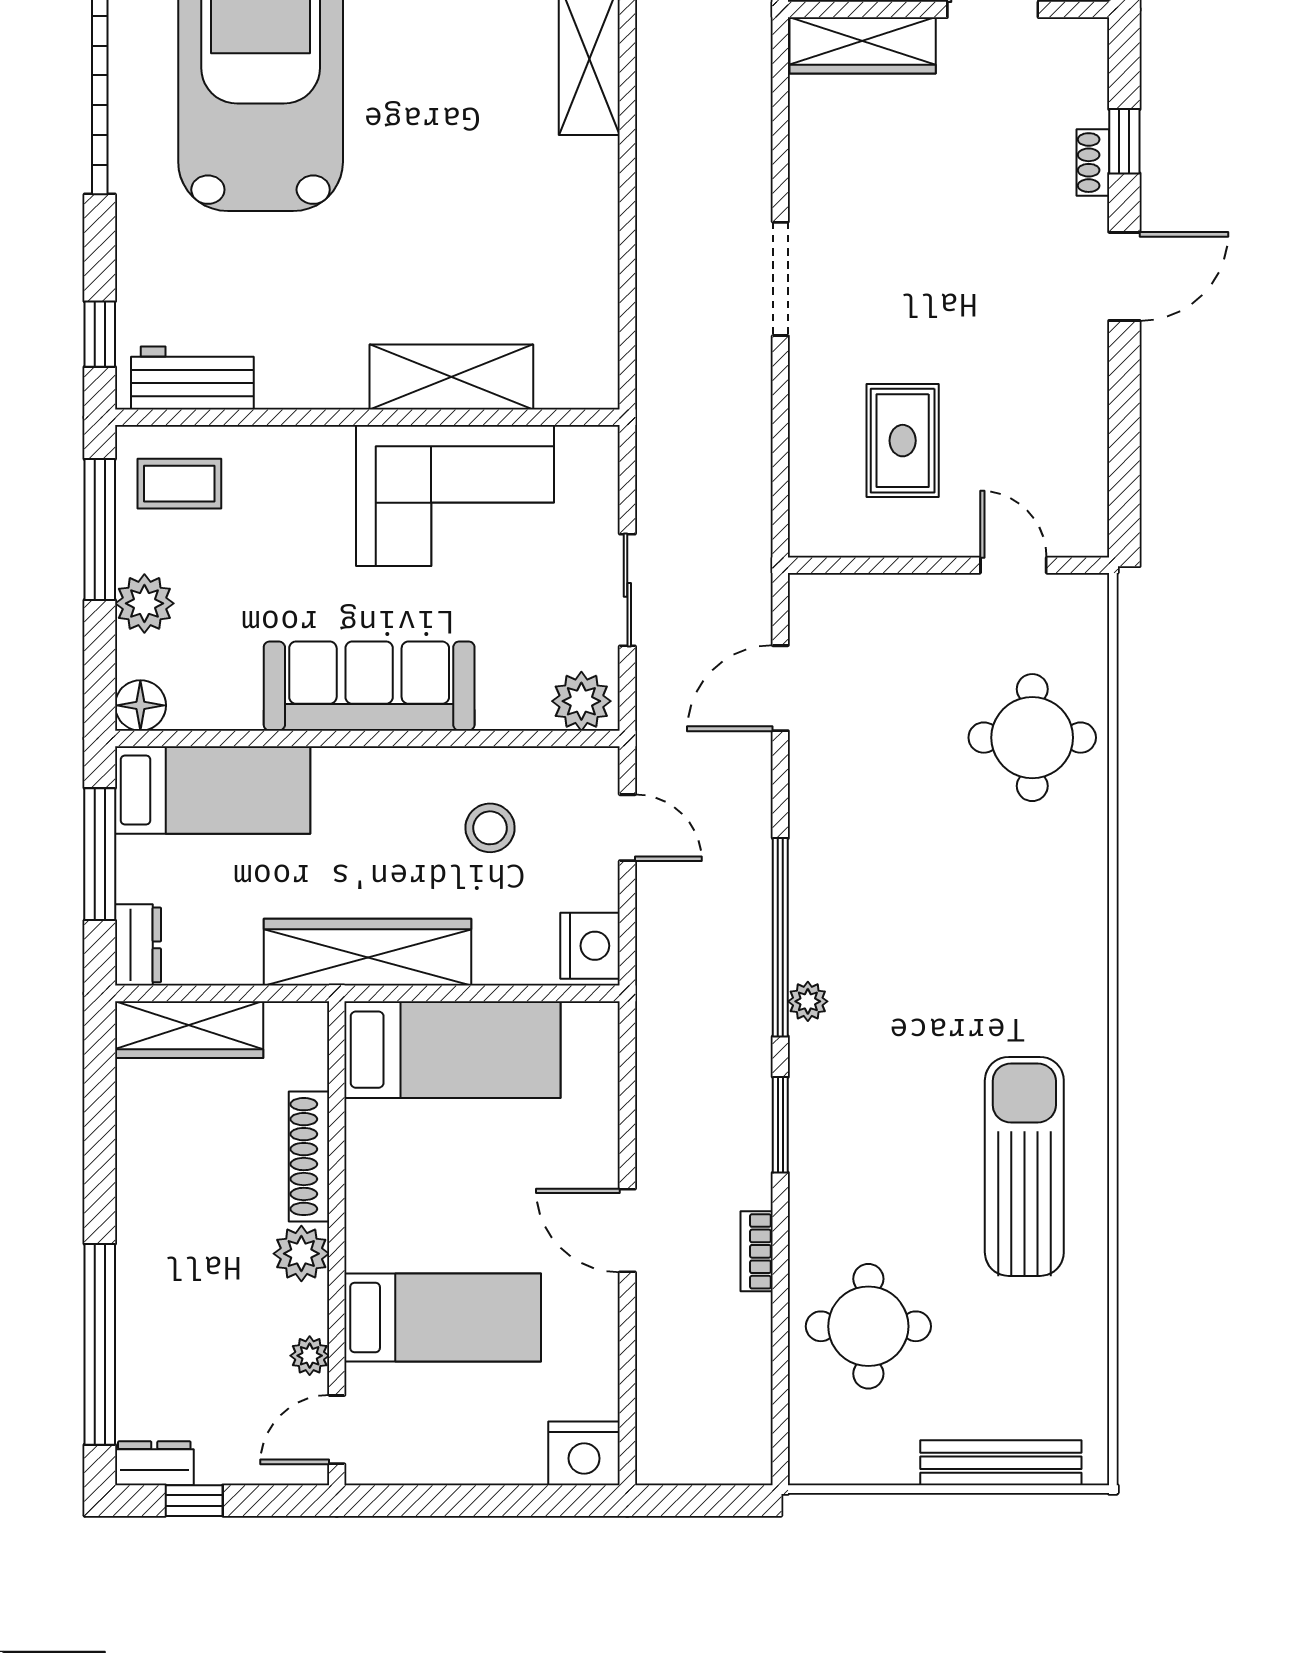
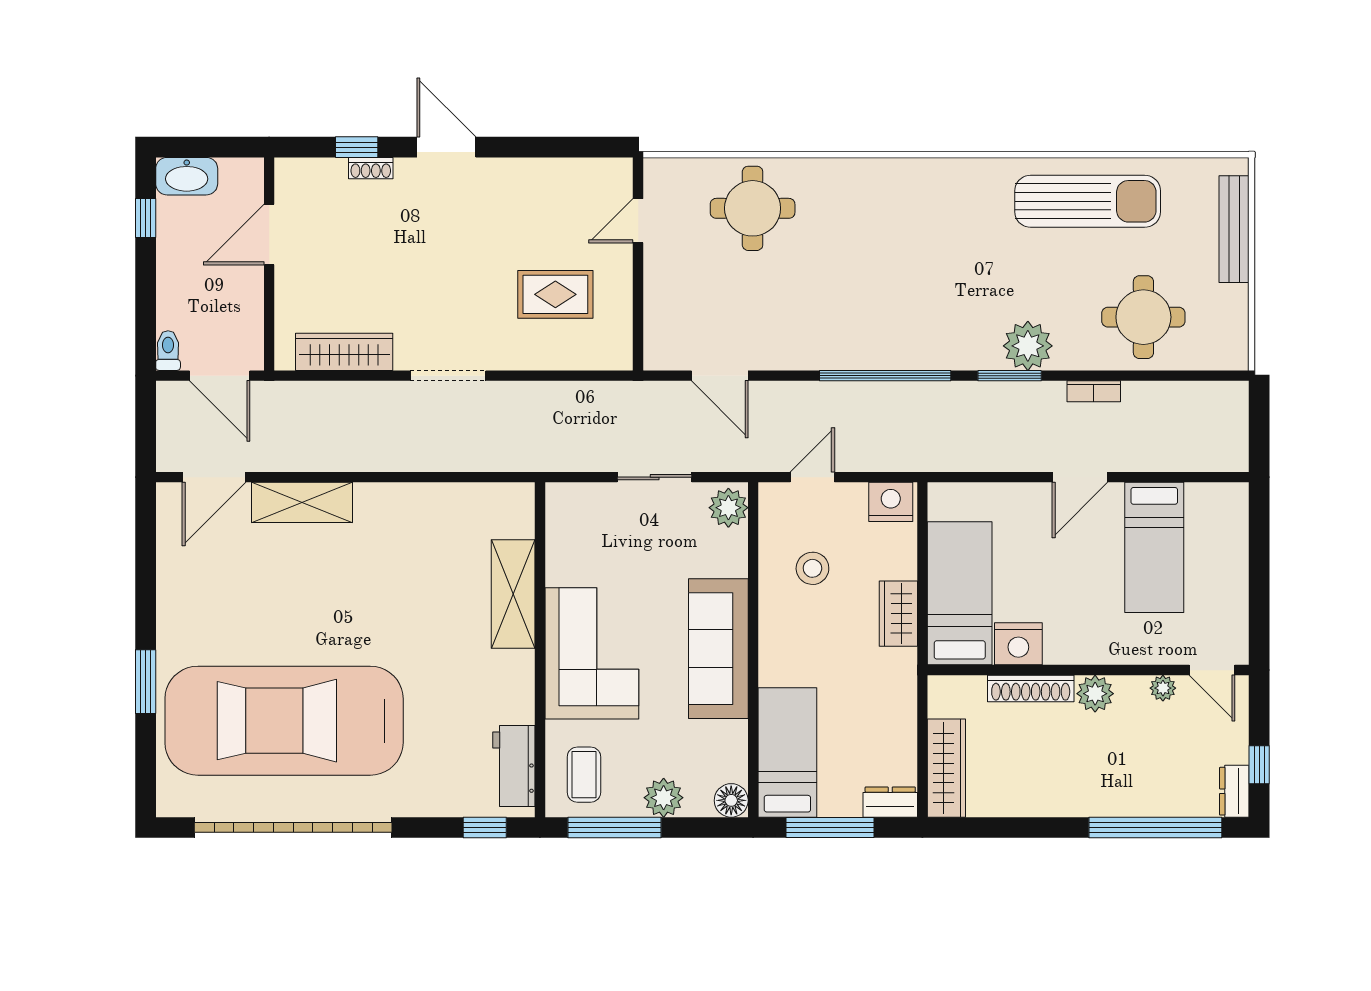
wardrobe: (863, 45) -> (344, 352), moved, turned -90
corner sofa: (455, 496) -> (592, 653), moved
wardrobe: (368, 952) -> (898, 614), width x0.48, depth x0.85
plant: (808, 1001) -> (1028, 346), moved, width x1.87, depth x1.87
sun lounger: (1024, 1166) -> (1088, 201), moved, turned 180
bed: (443, 1317) -> (1154, 547), moved, turned 180
nightstand: (584, 1453) -> (1018, 644), moved, turned 90

